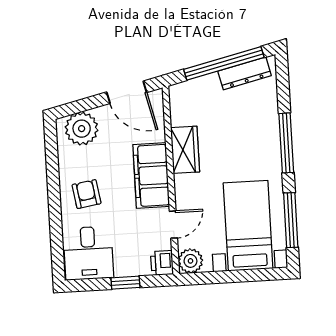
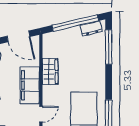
dresser: (245, 73) -> (91, 28), width x0.70
window: (286, 143) -> (109, 47), moved

